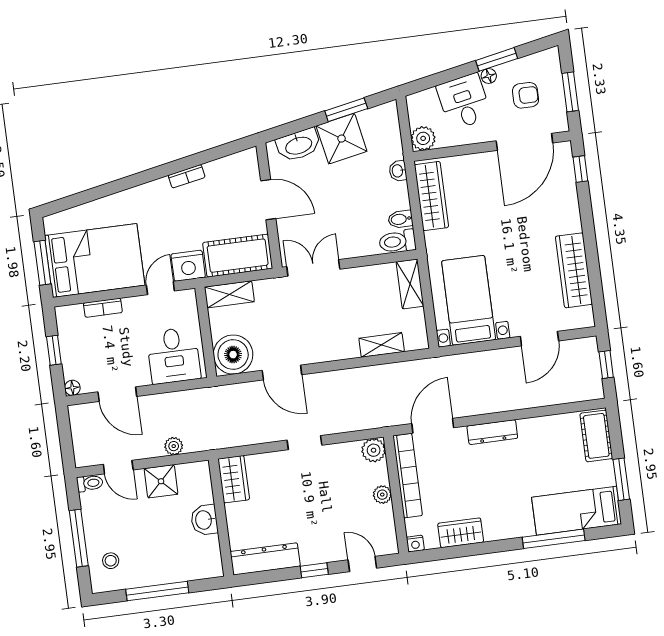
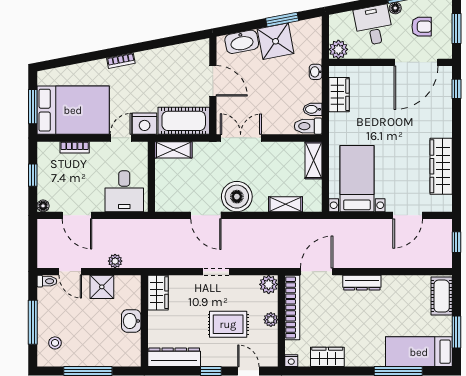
bookcase: (187, 176) -> (121, 61), moved
wardrobe: (431, 196) -> (339, 95), width x0.67
boiler: (233, 355) -> (237, 197), moved
rug: (329, 508) -> (228, 324), added

